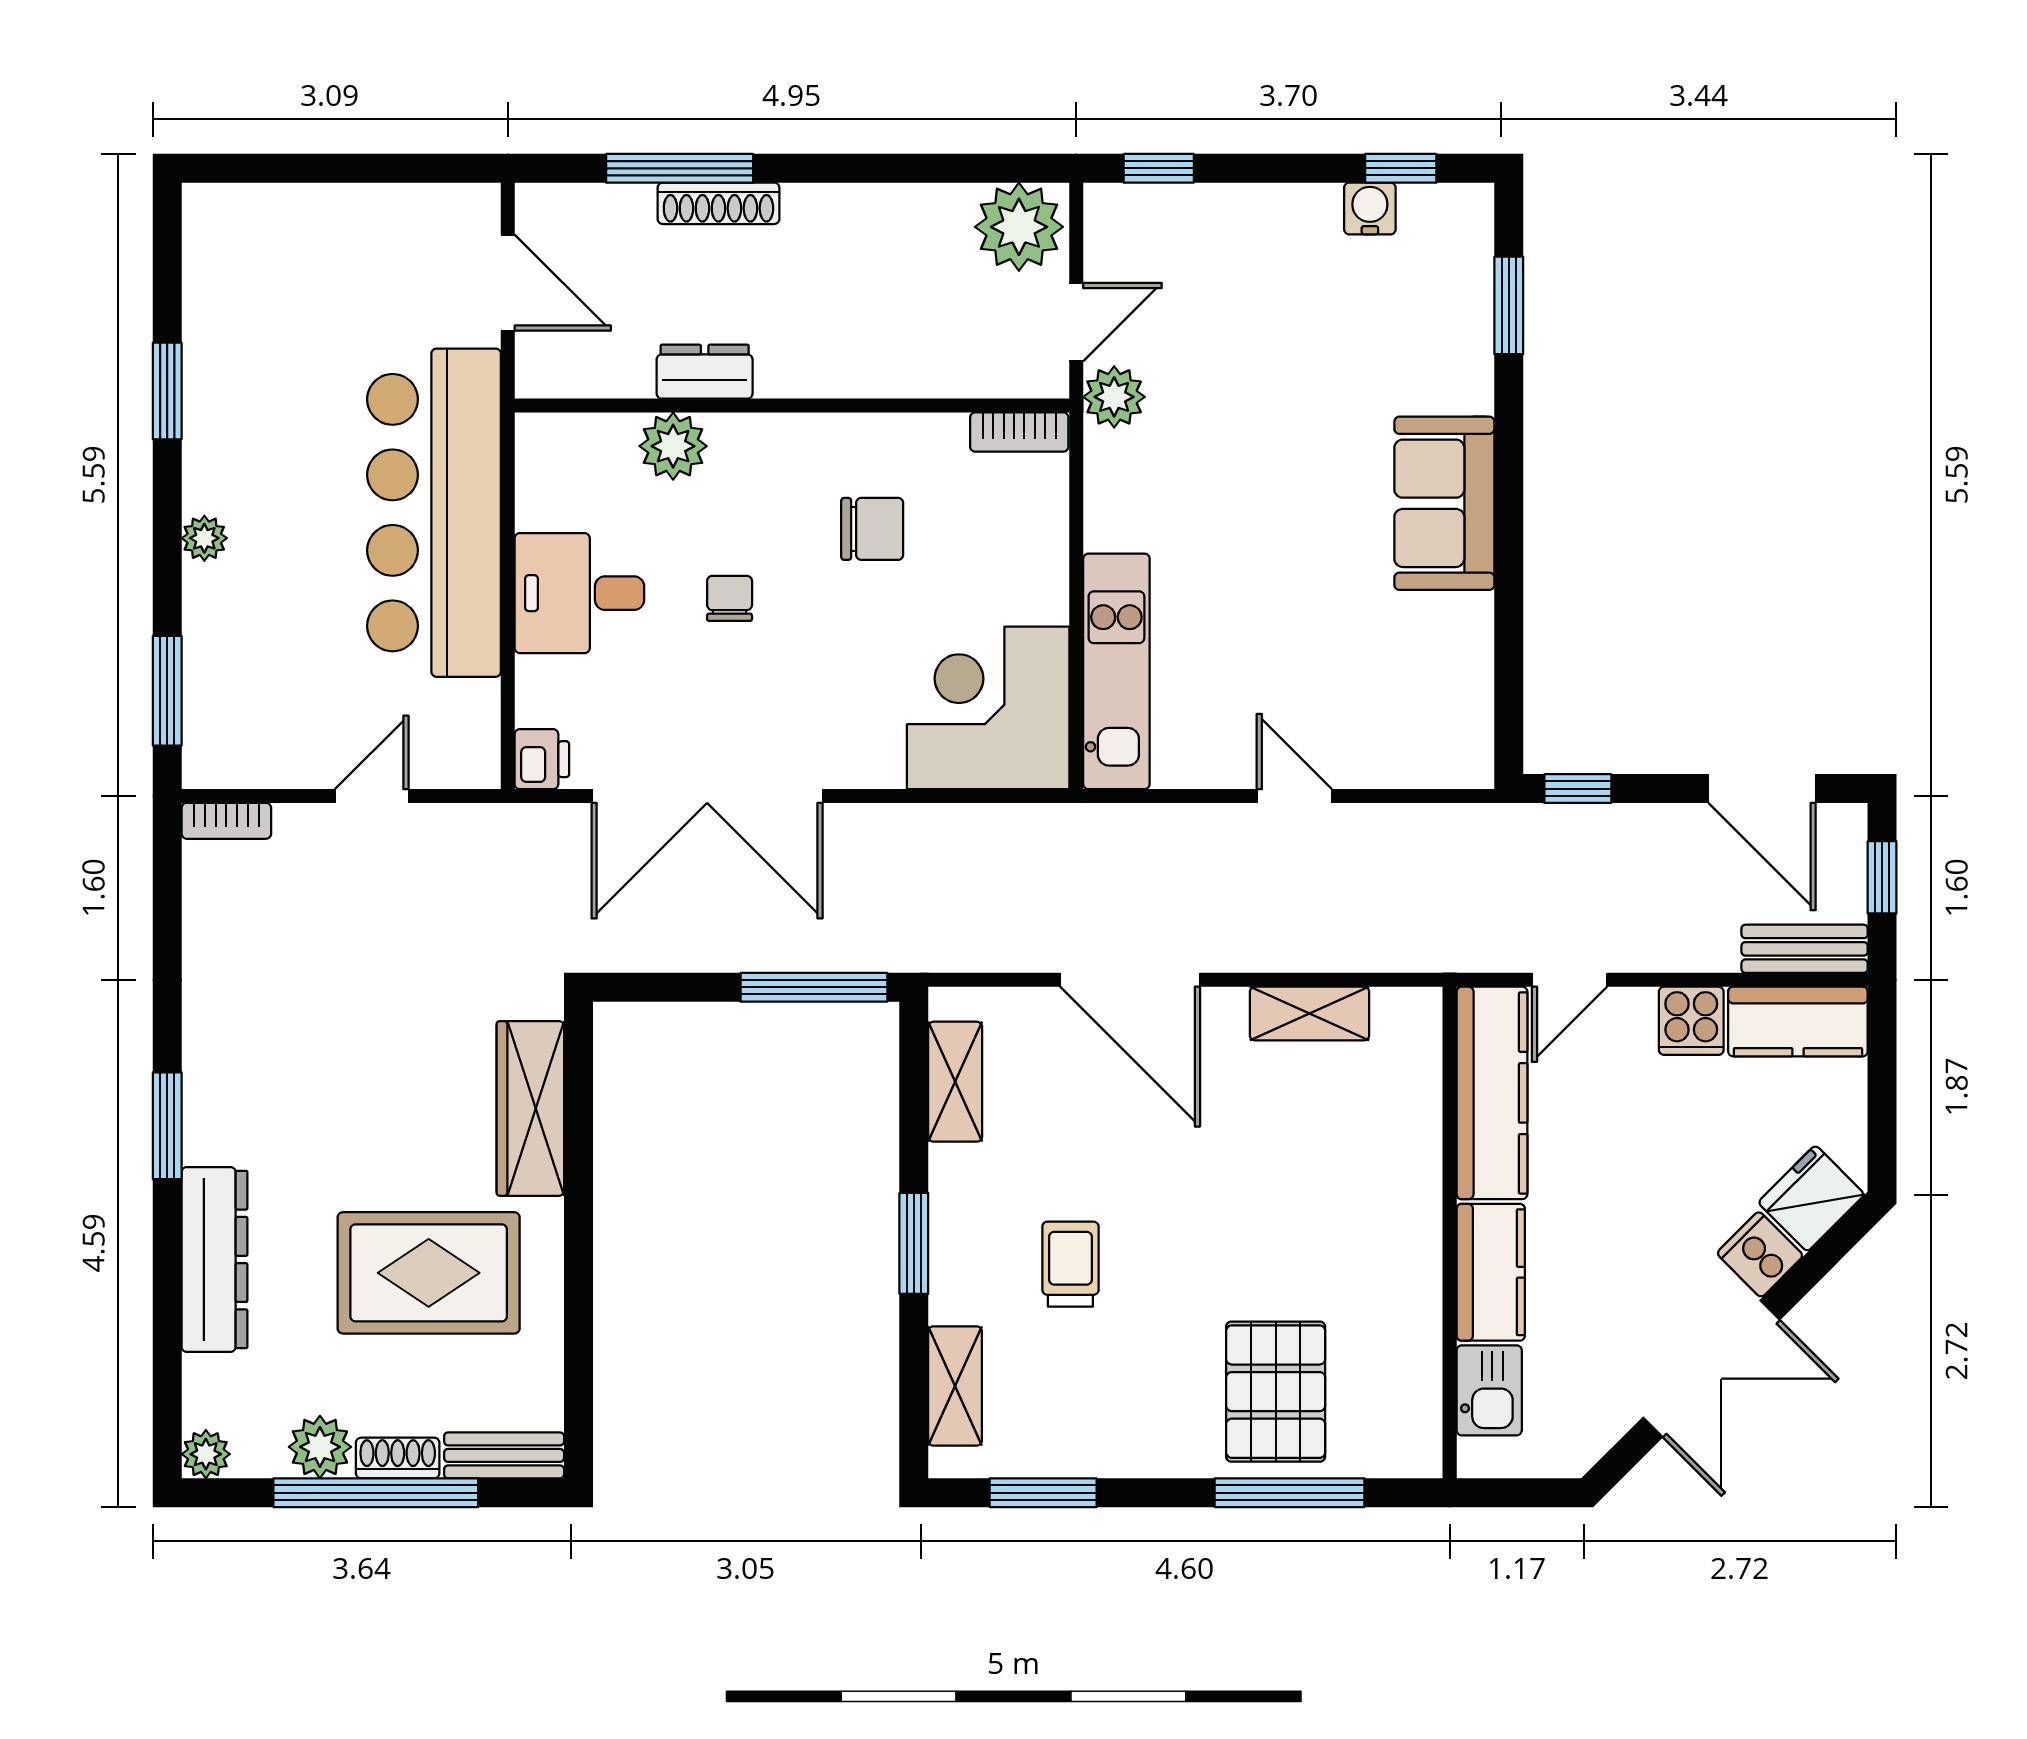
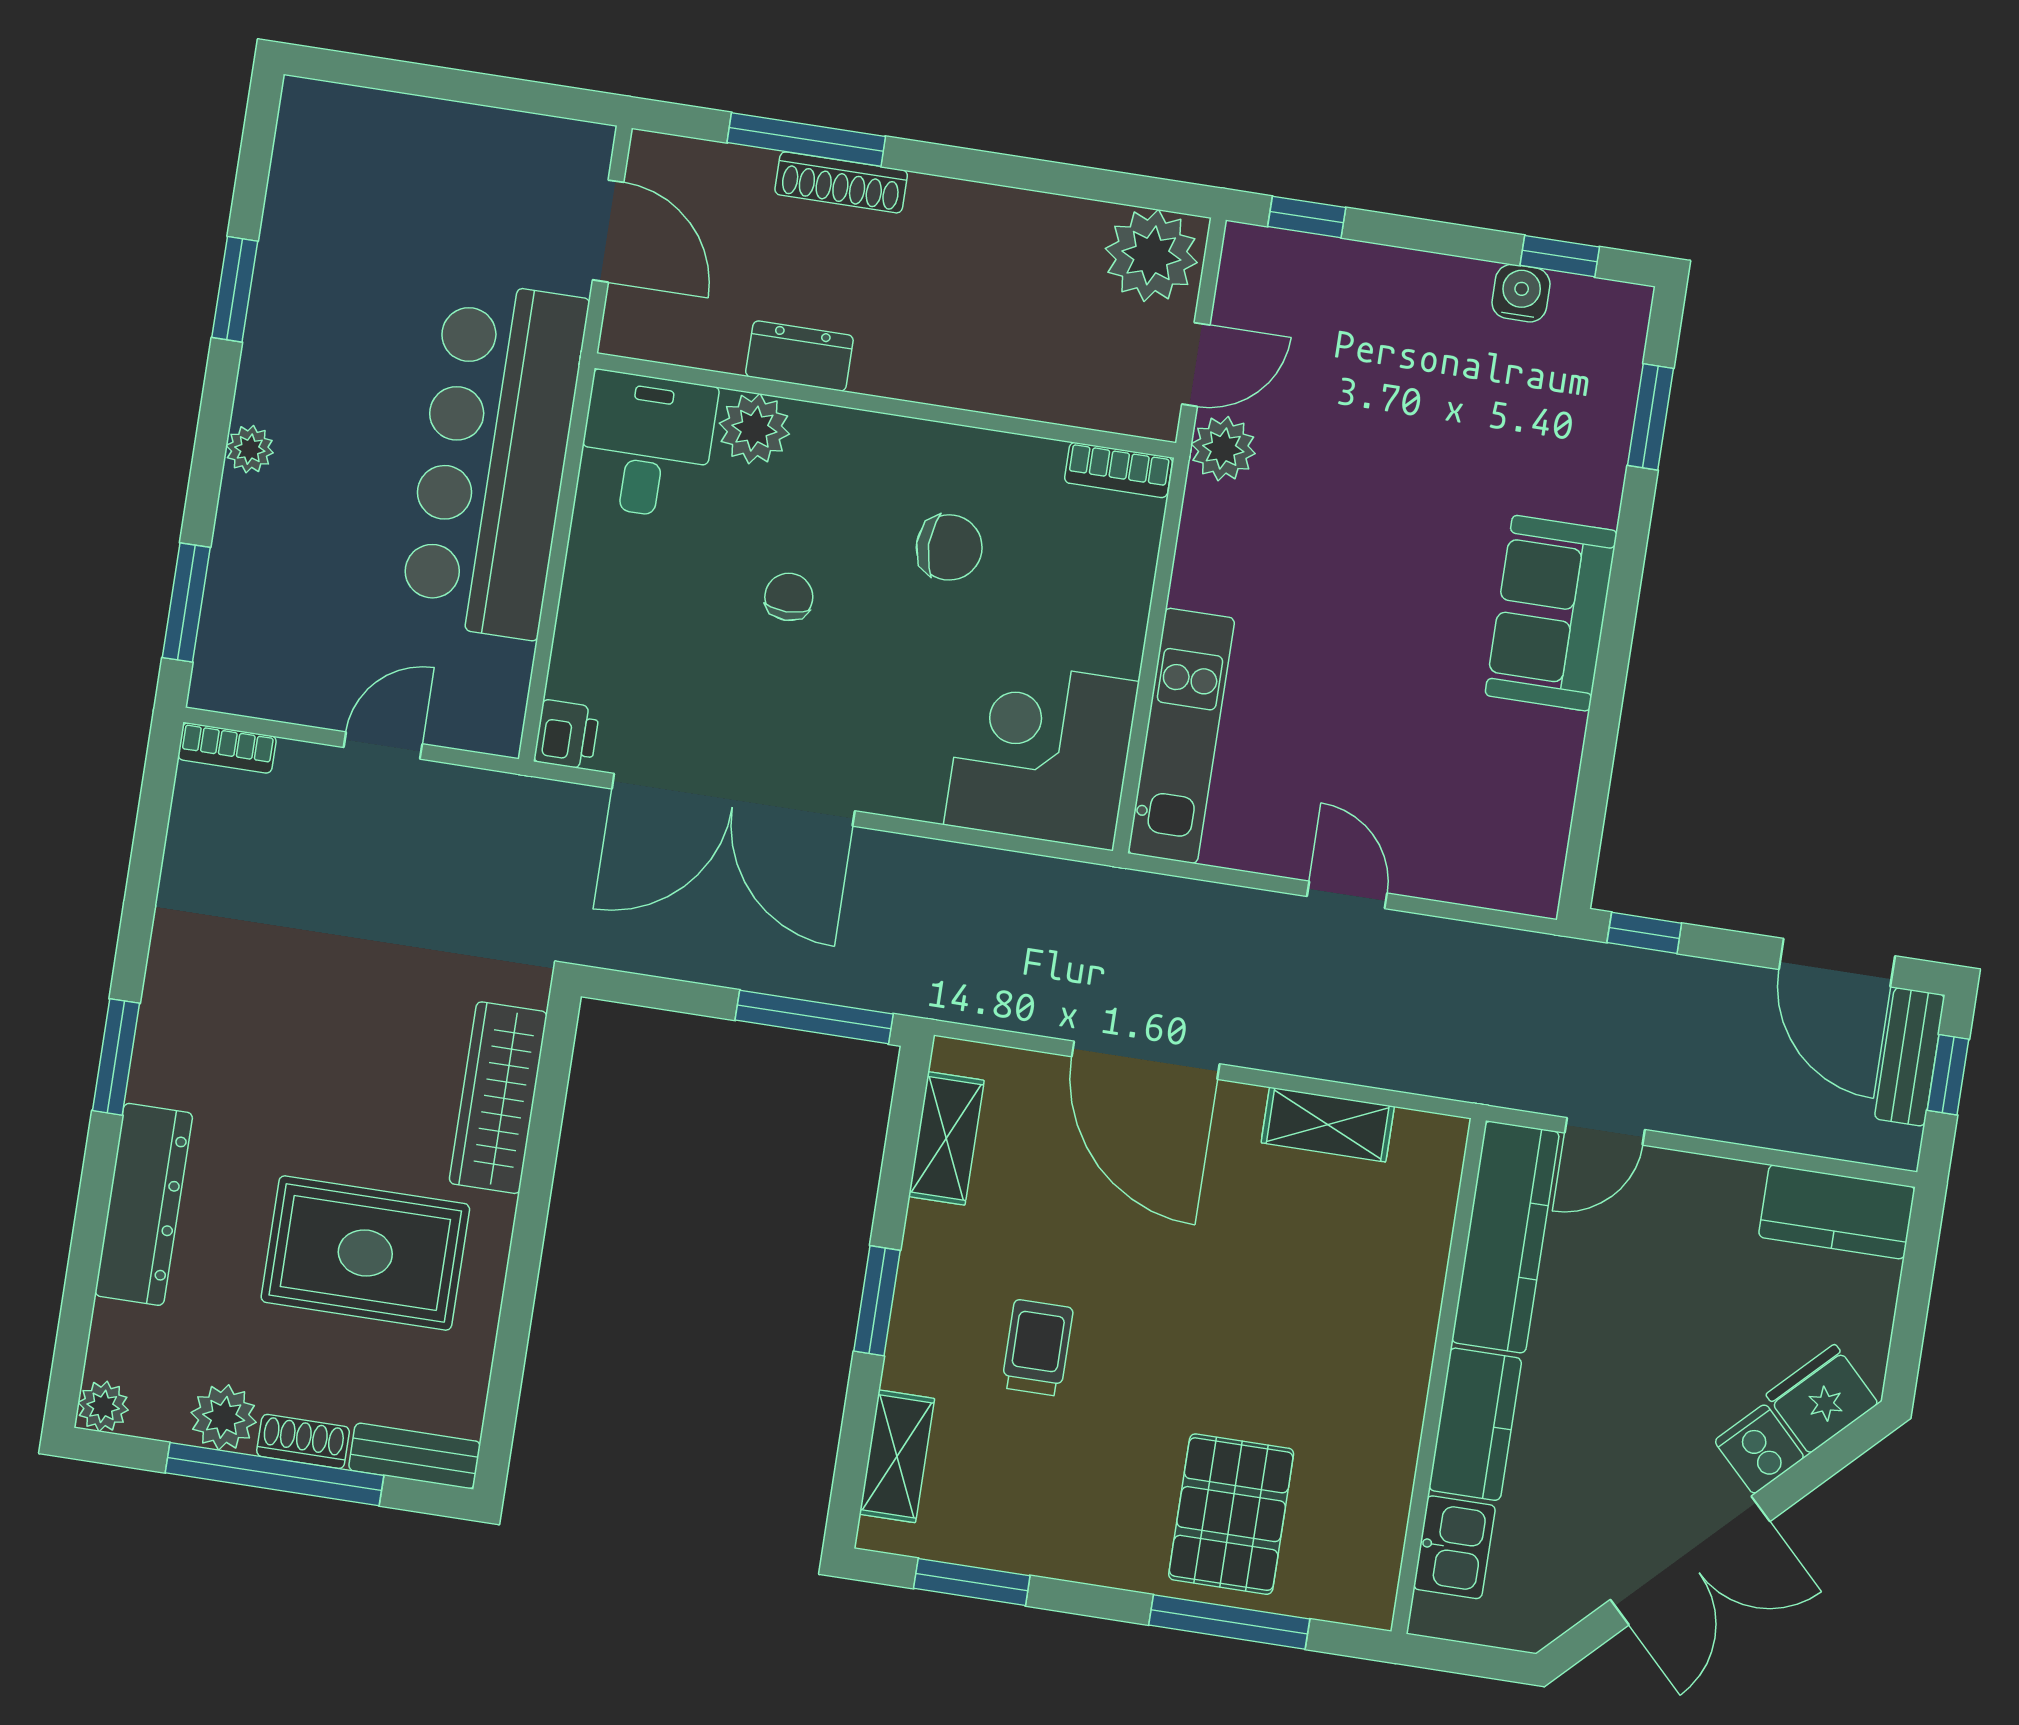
desk: (579, 593) -> (647, 445), moved, turned 90
bench: (1805, 949) -> (1910, 1057), moved, turned 90
cooker: (1691, 1021) -> (1725, 1194), removed

